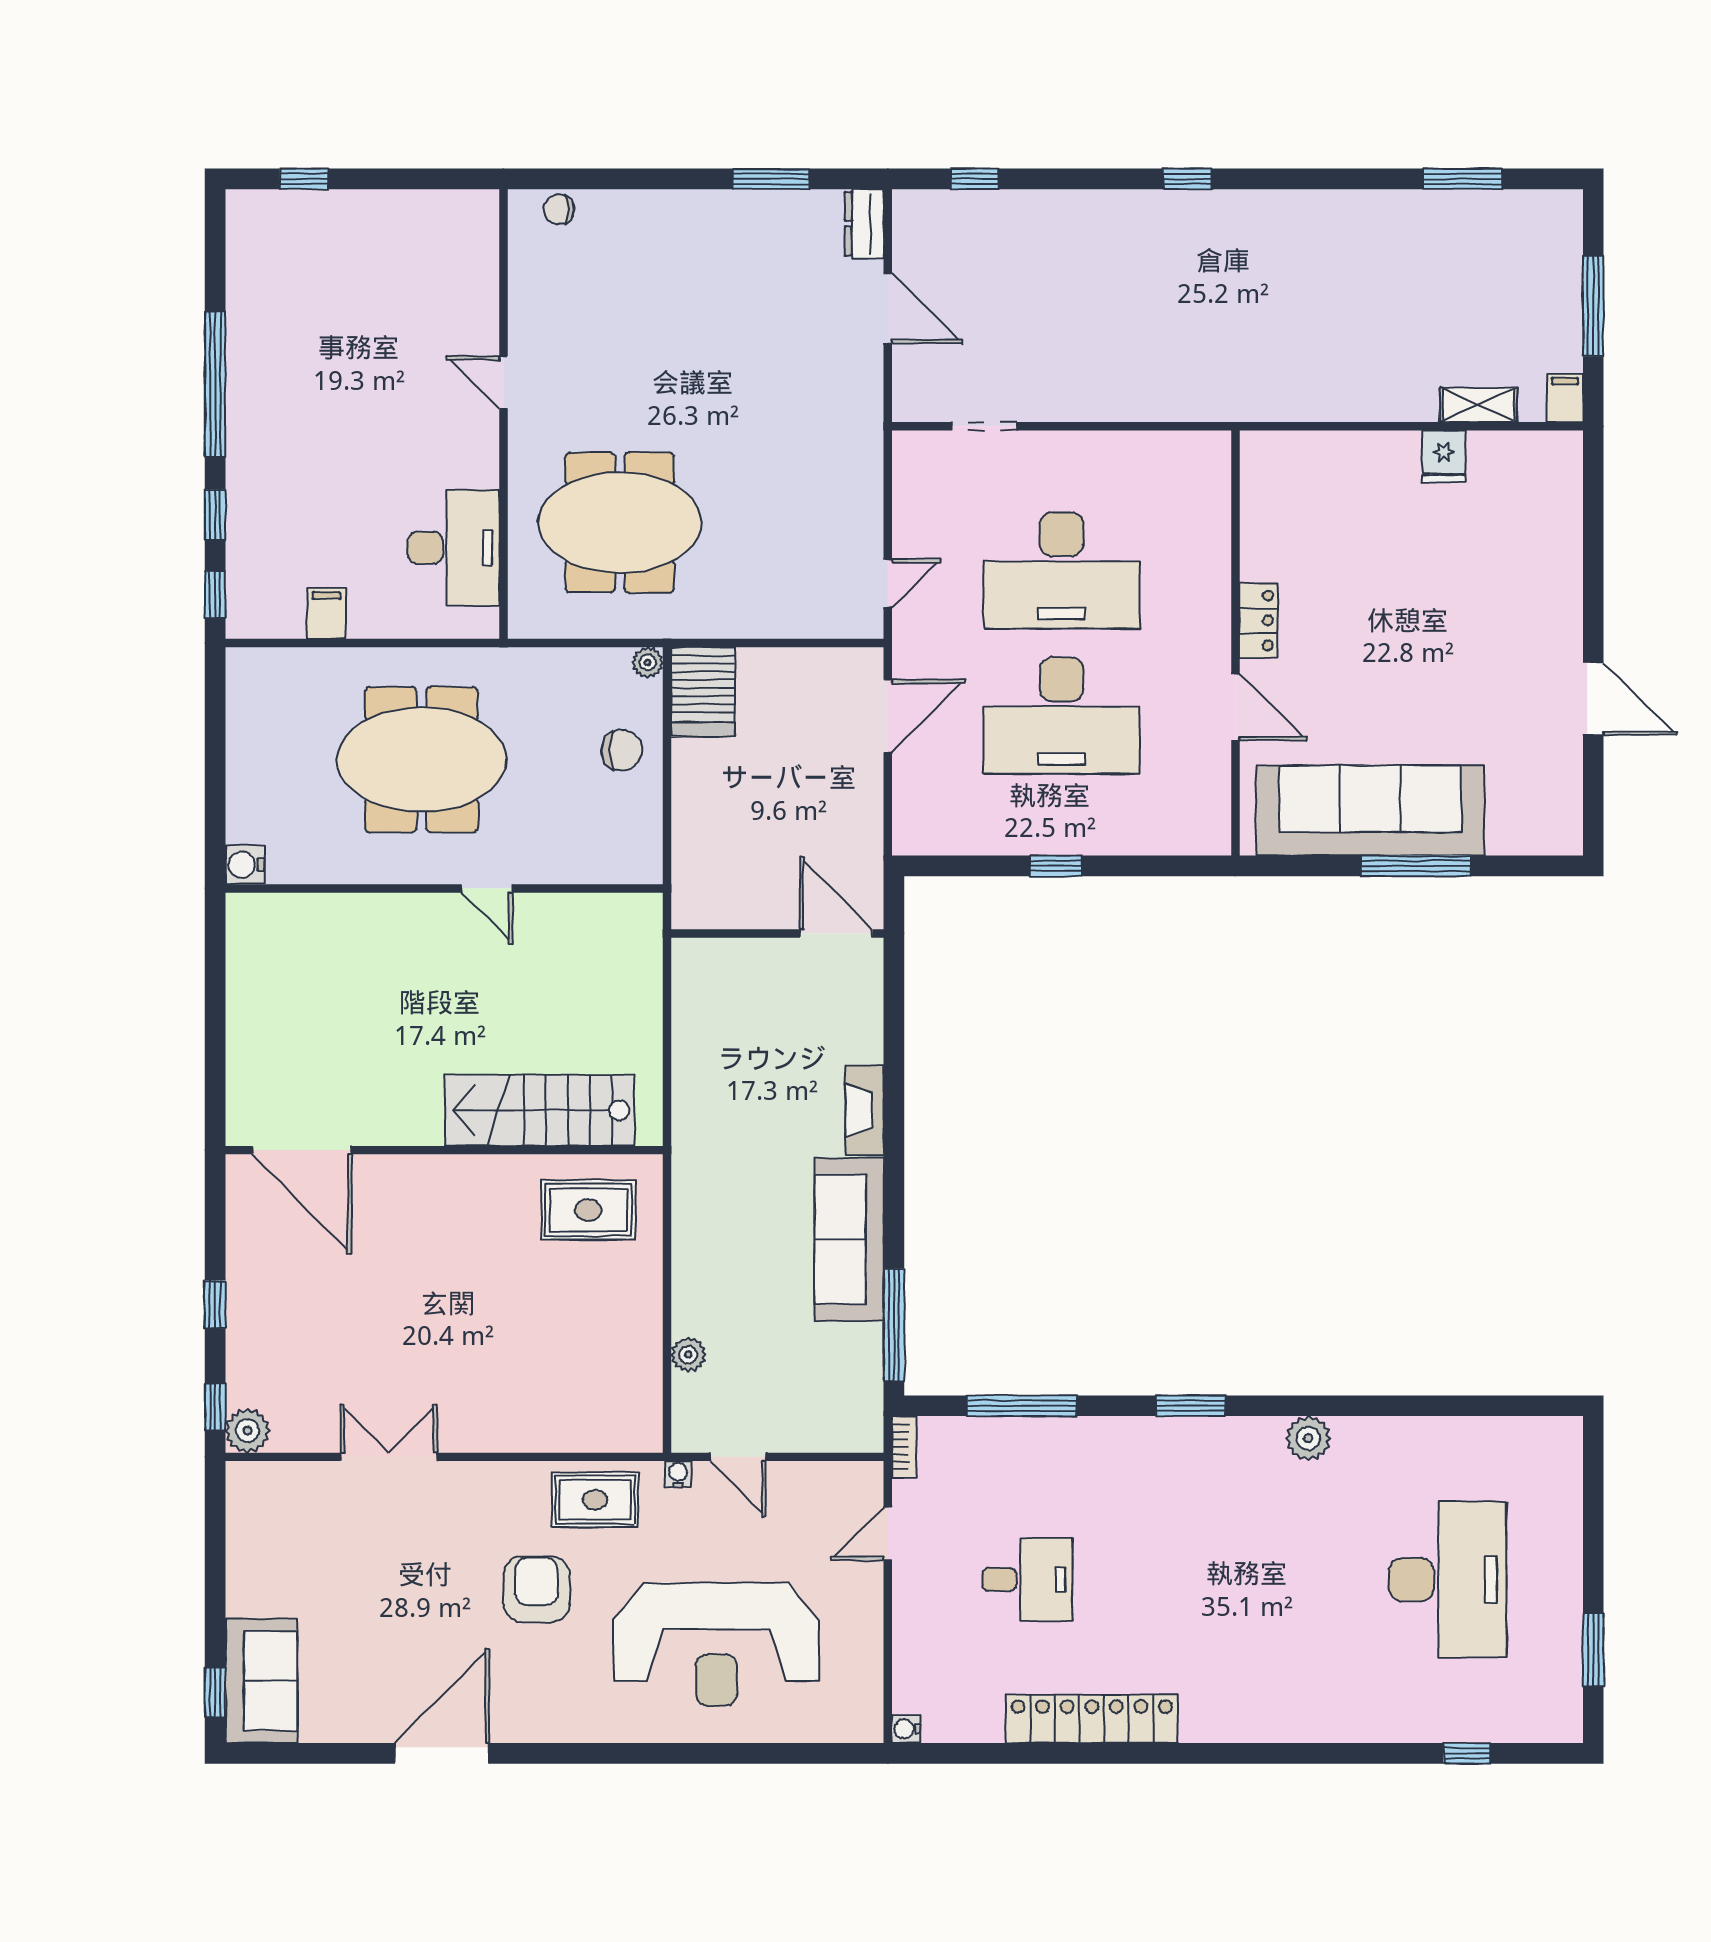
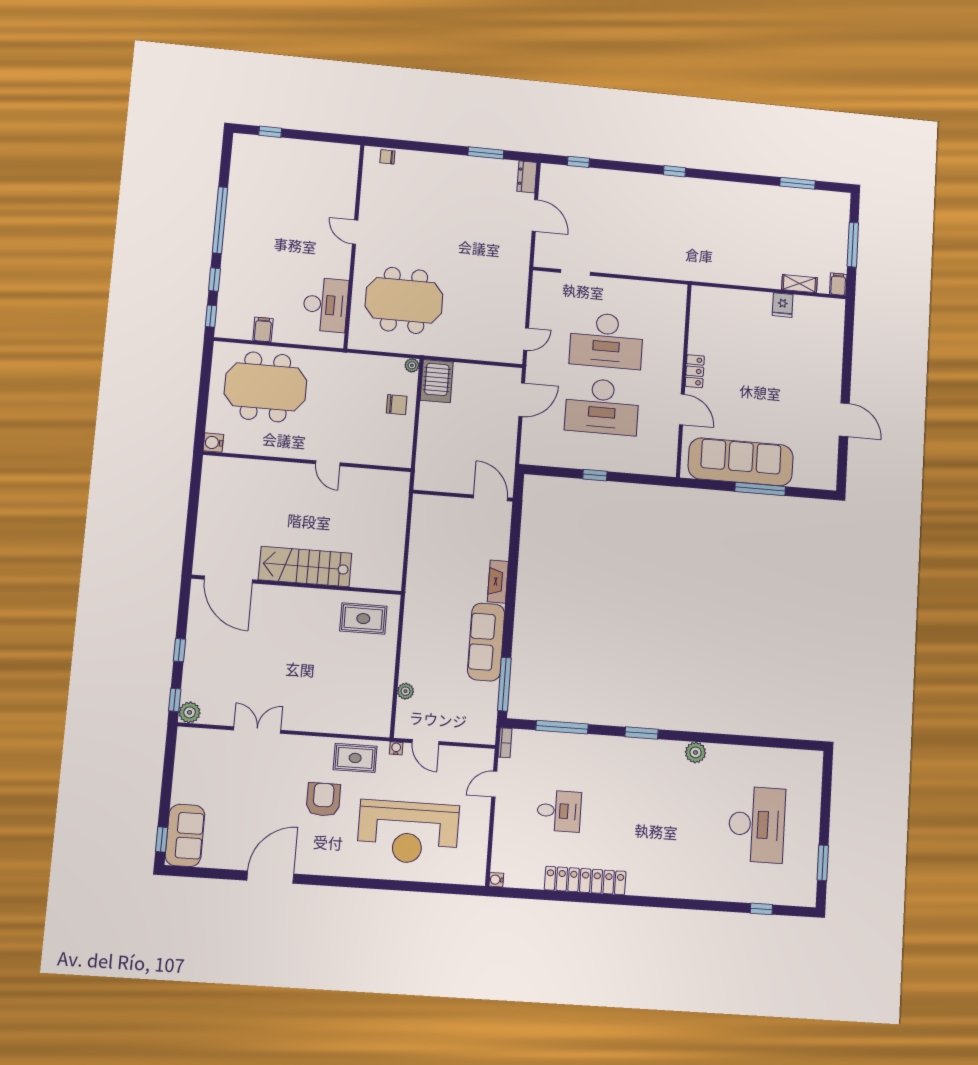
meeting table: (422, 760) -> (265, 387), moved
stairs: (540, 1110) -> (305, 566), moved

